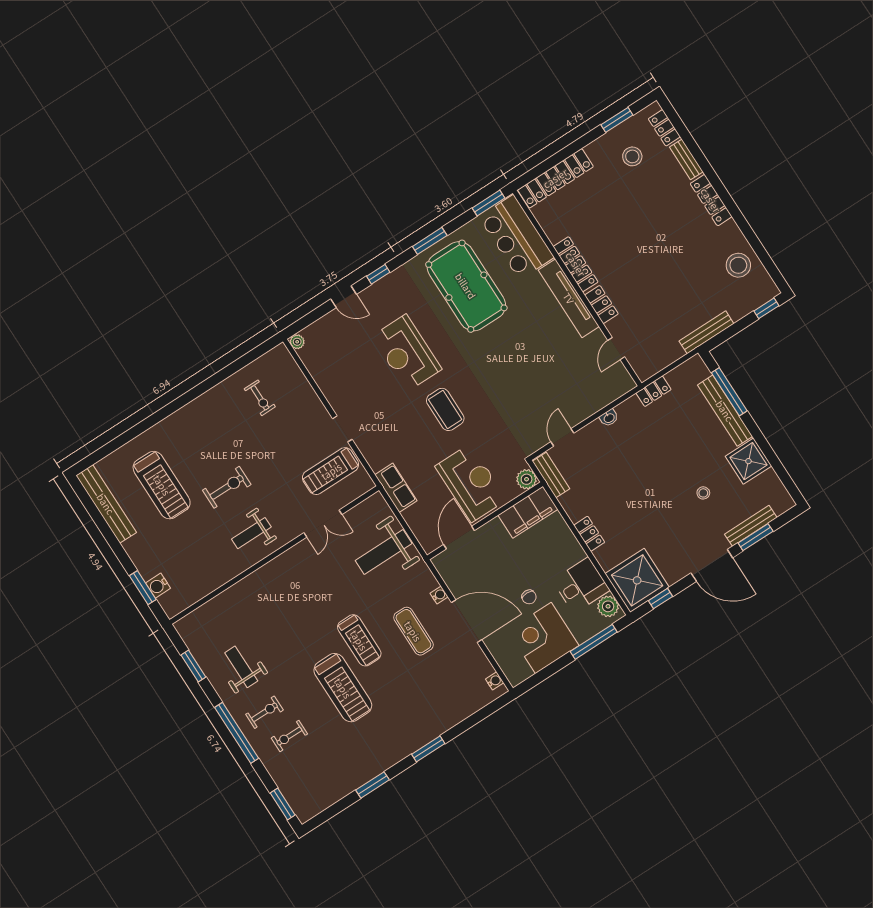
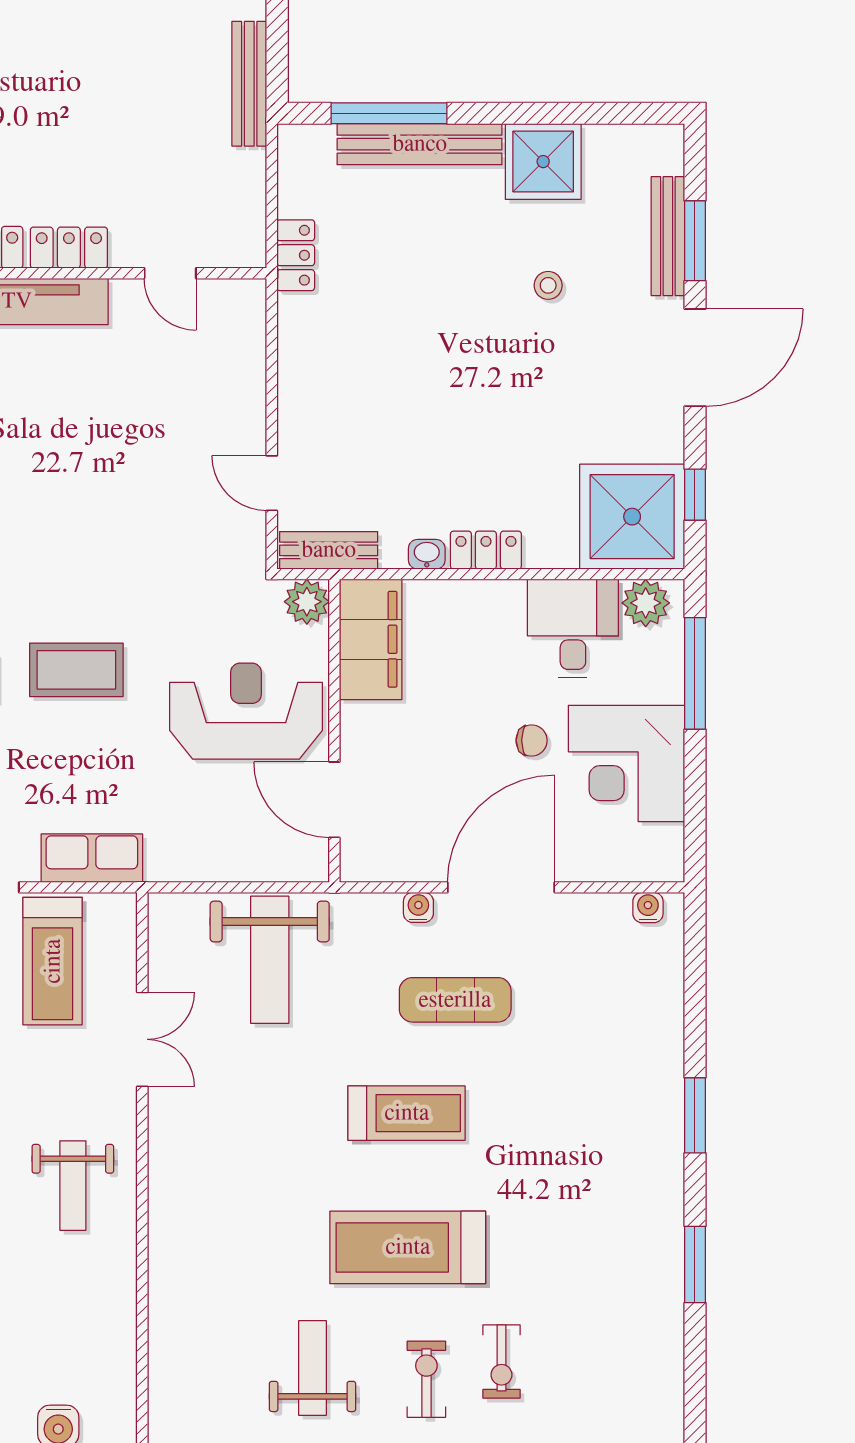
washbasin: (609, 418) -> (427, 554), moved, turned -90
row of seats: (396, 488) -> (92, 858), moved
weight bench: (241, 667) -> (312, 1368), turned 90
treadmill: (343, 688) -> (408, 1247), moved, turned 180

